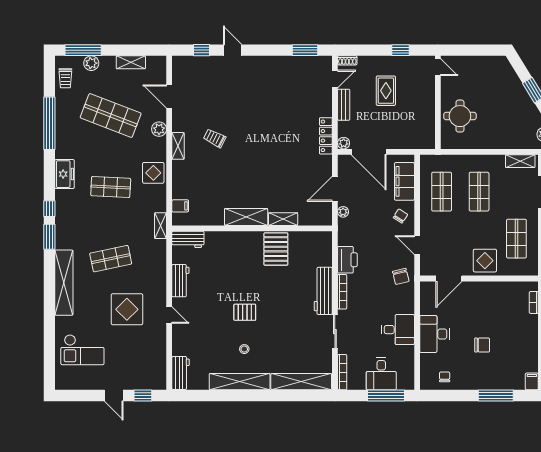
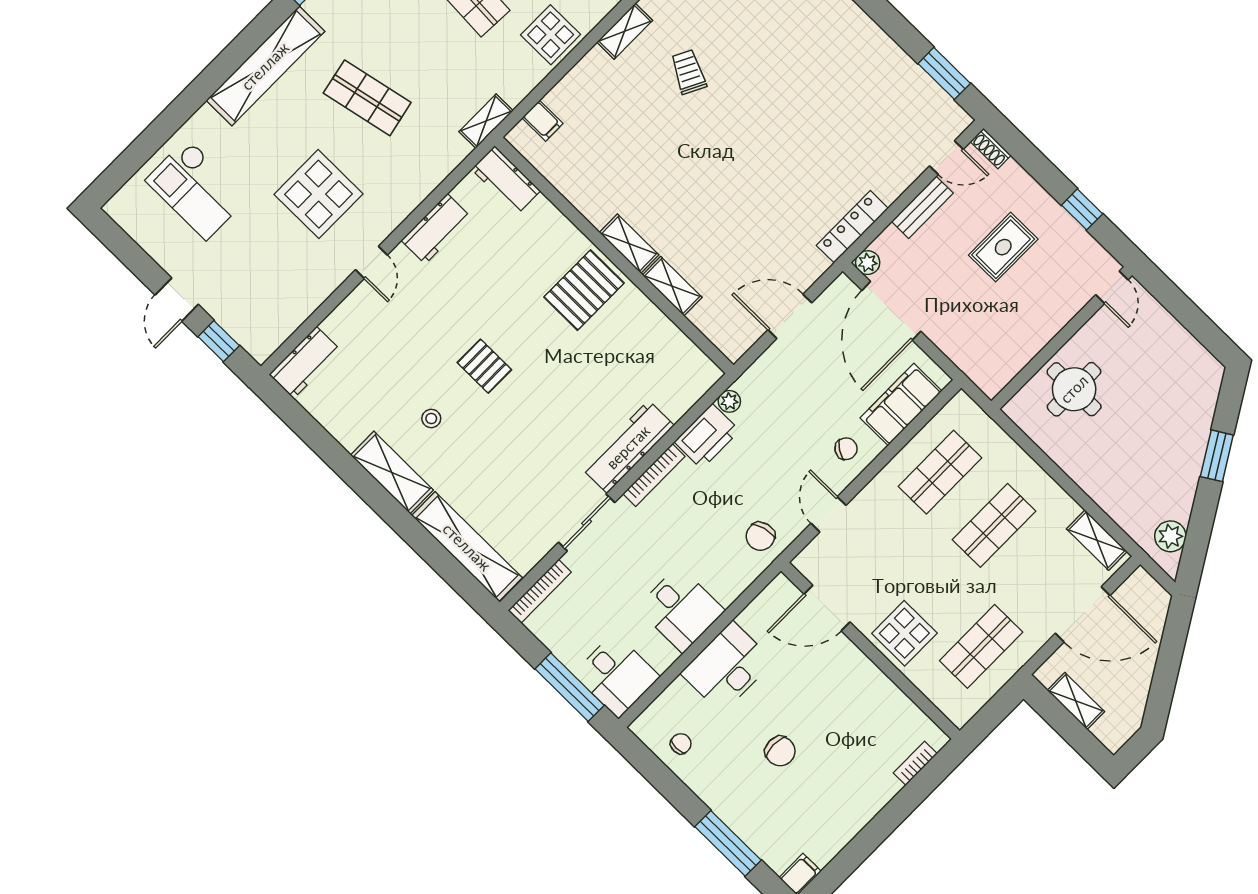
plant: (343, 212) -> (729, 401), moved
shelving: (246, 217) -> (629, 244), width x0.67, depth x0.75
pallet: (276, 249) -> (584, 290), moved
desk: (381, 374) -> (616, 675), moved, turned -90
shelving: (240, 382) -> (392, 473), width x0.68

